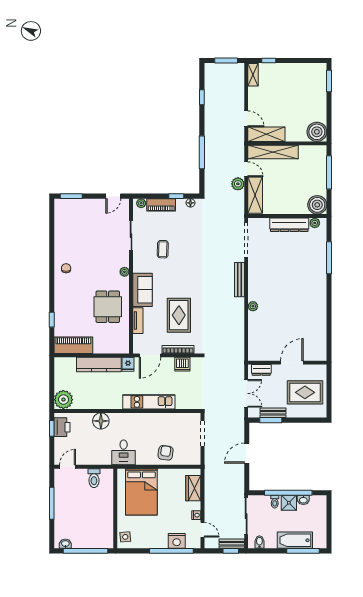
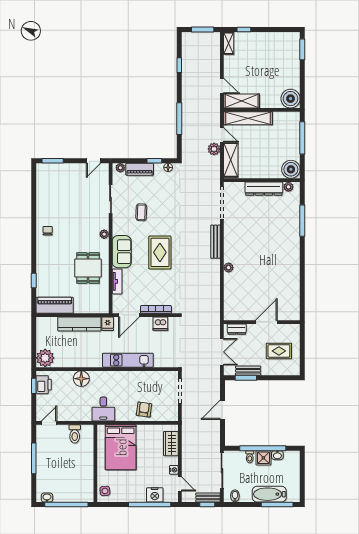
rug: (179, 315) -> (160, 252), moved
rug: (305, 392) -> (279, 351), width x0.73, depth x0.70

